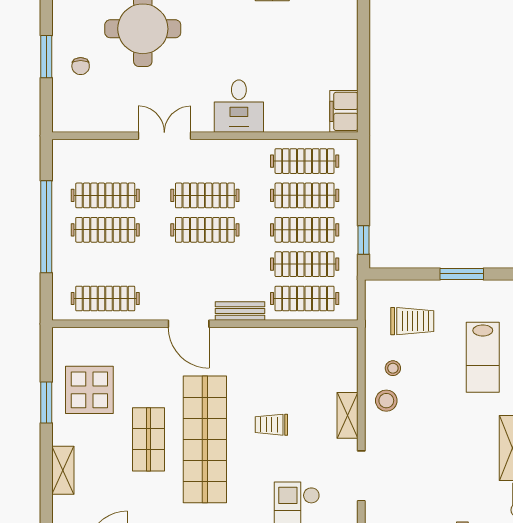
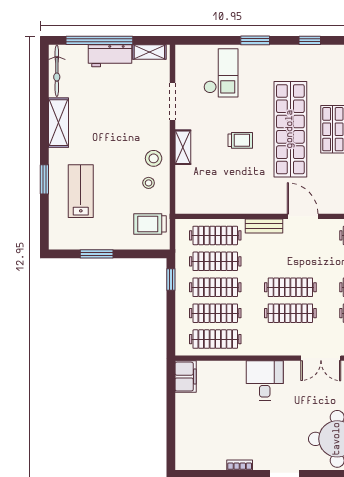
trolley: (412, 321) -> (150, 224), moved

